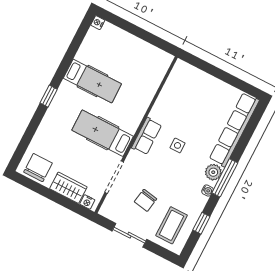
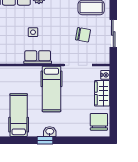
washbasin: (56, 106) -> (50, 132), added
chair: (38, 168) -> (99, 122), turned 90

